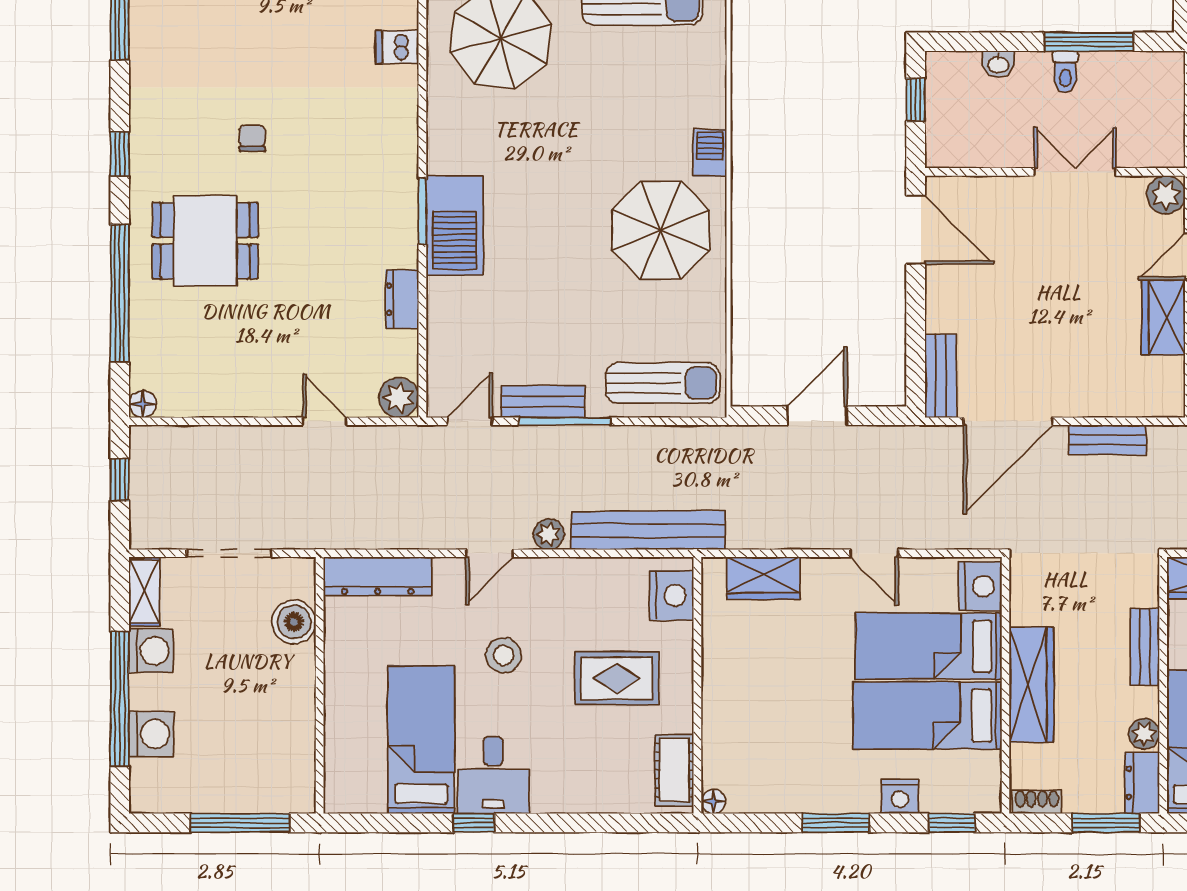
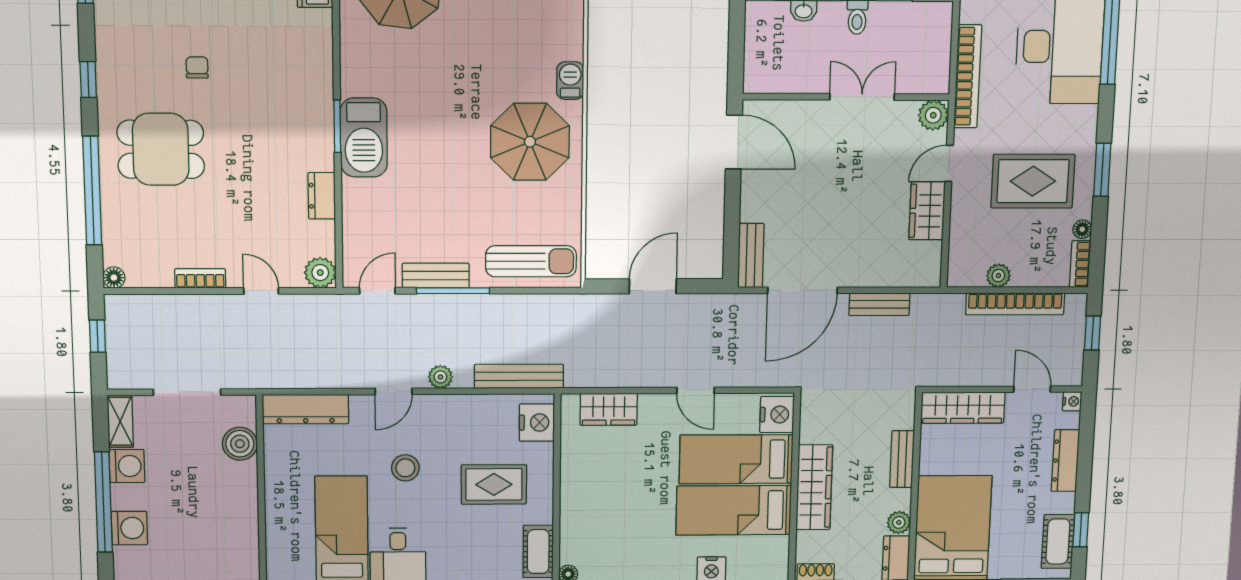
window: (916, 100) -> (736, 39), removed
bookcase: (249, 405) -> (200, 278), added
bench: (648, 530) -> (519, 376), width x0.73, depth x0.82

